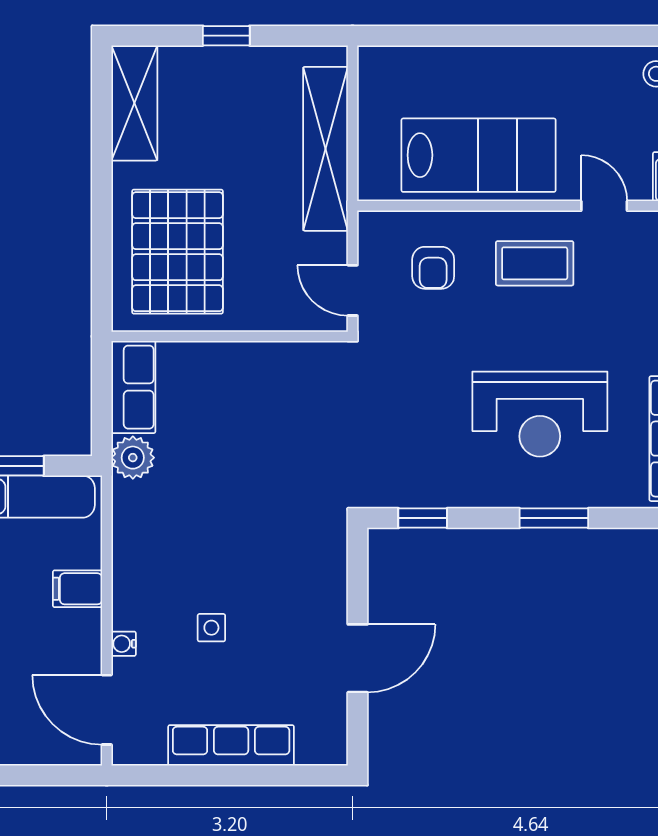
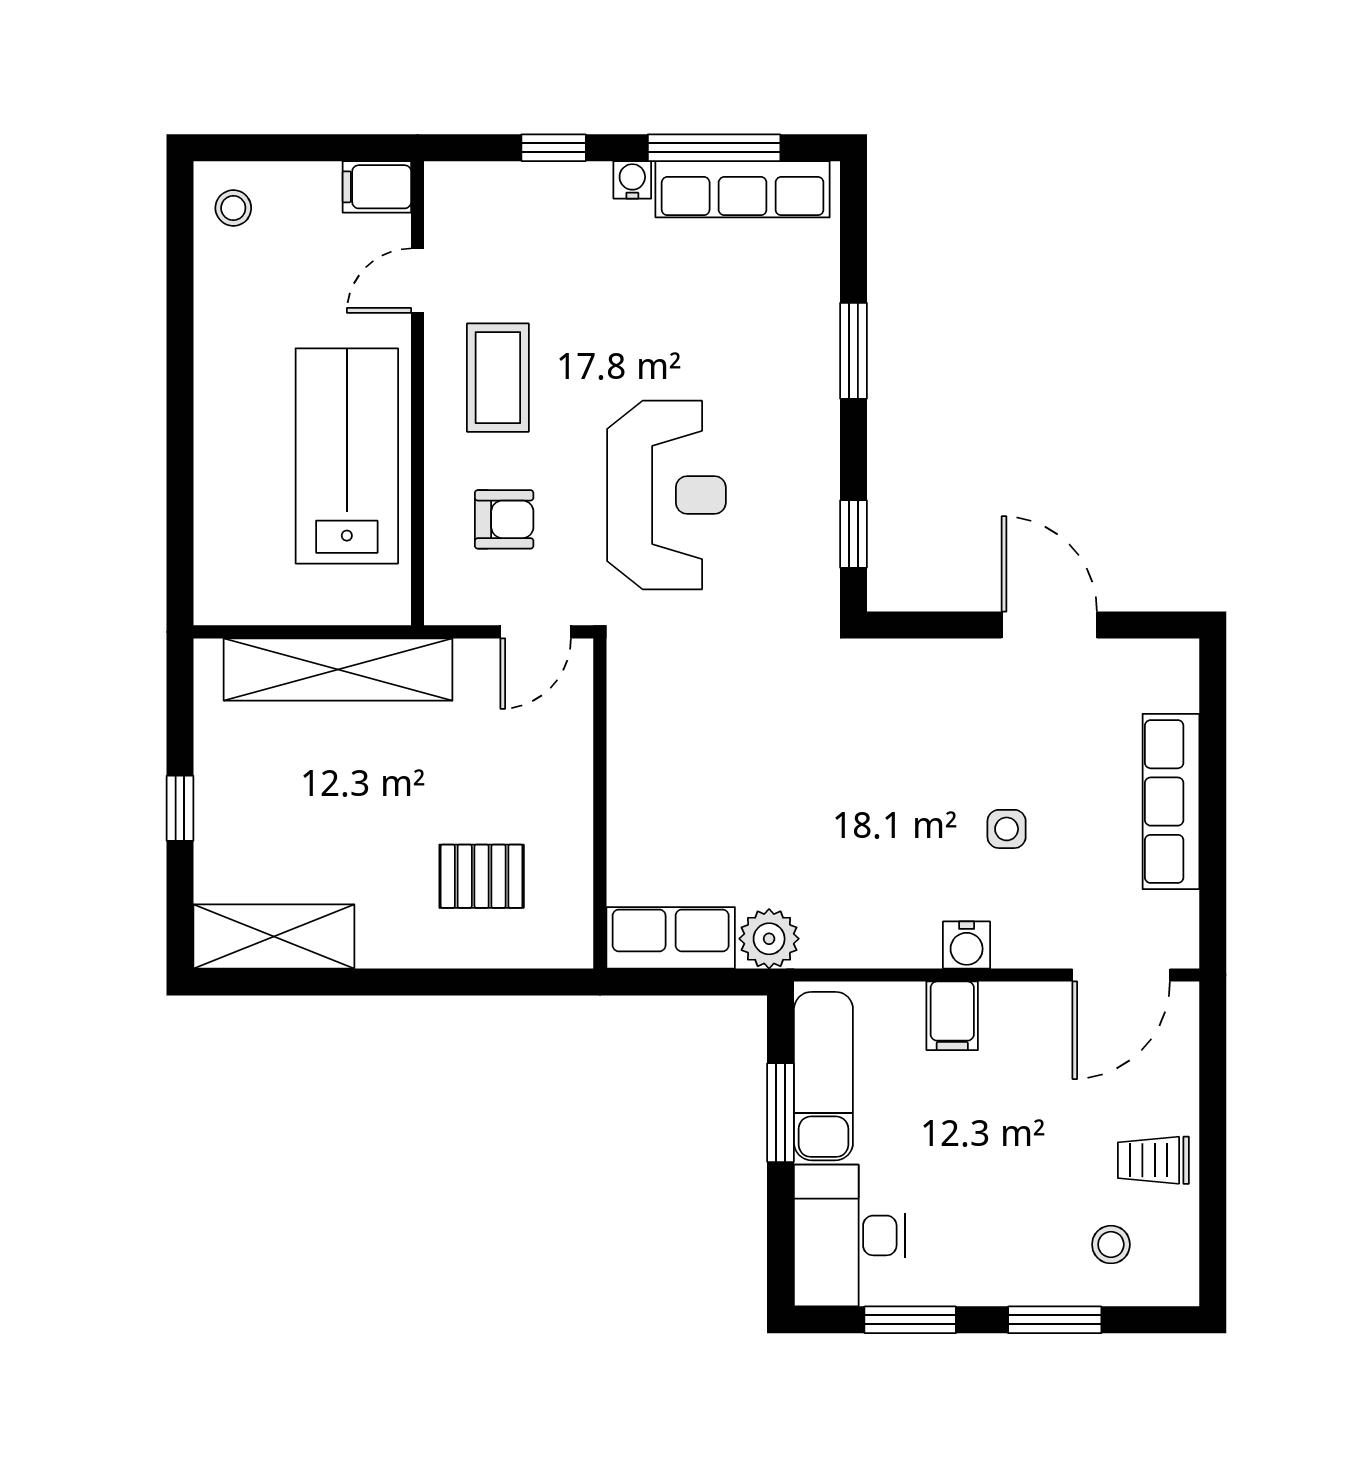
pallet: (177, 252) -> (482, 876), width x0.49, depth x0.50
reception desk: (540, 414) -> (666, 495), moved
water cooler: (124, 644) -> (967, 945), moved, width x1.38, depth x1.38

